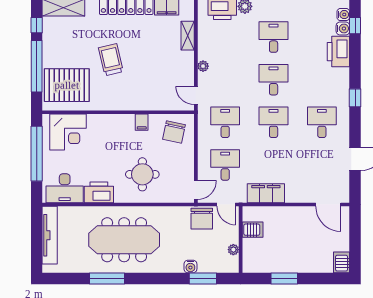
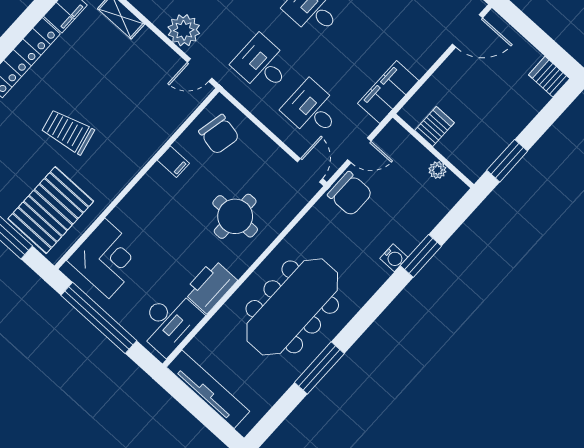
plant: (203, 66) -> (184, 30), width x1.88, depth x1.88
server rack: (253, 230) -> (434, 126), moved
wall: (241, 240) -> (433, 151), moved
plant: (233, 250) -> (437, 170), moved

